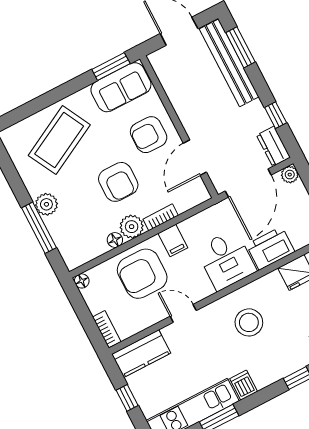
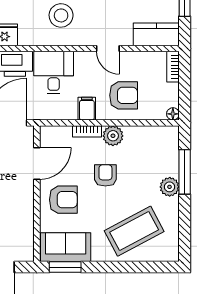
armchair: (118, 182) -> (105, 175), width x0.72, depth x0.72
floor lamp: (115, 240) -> (131, 132), removed
armchair: (142, 274) -> (124, 95), width x0.73, depth x0.73

